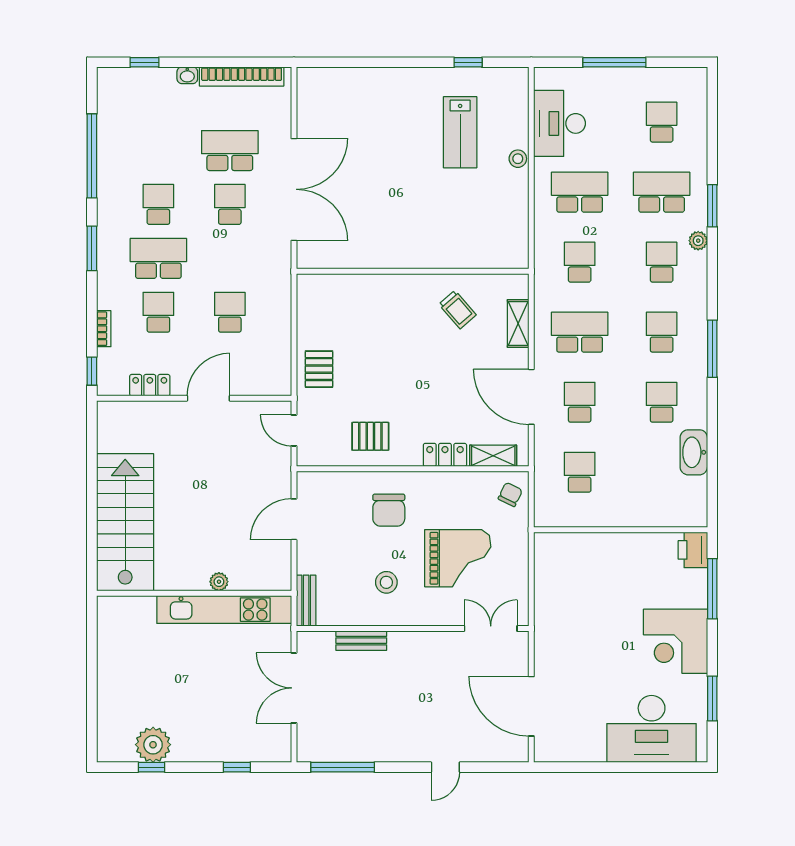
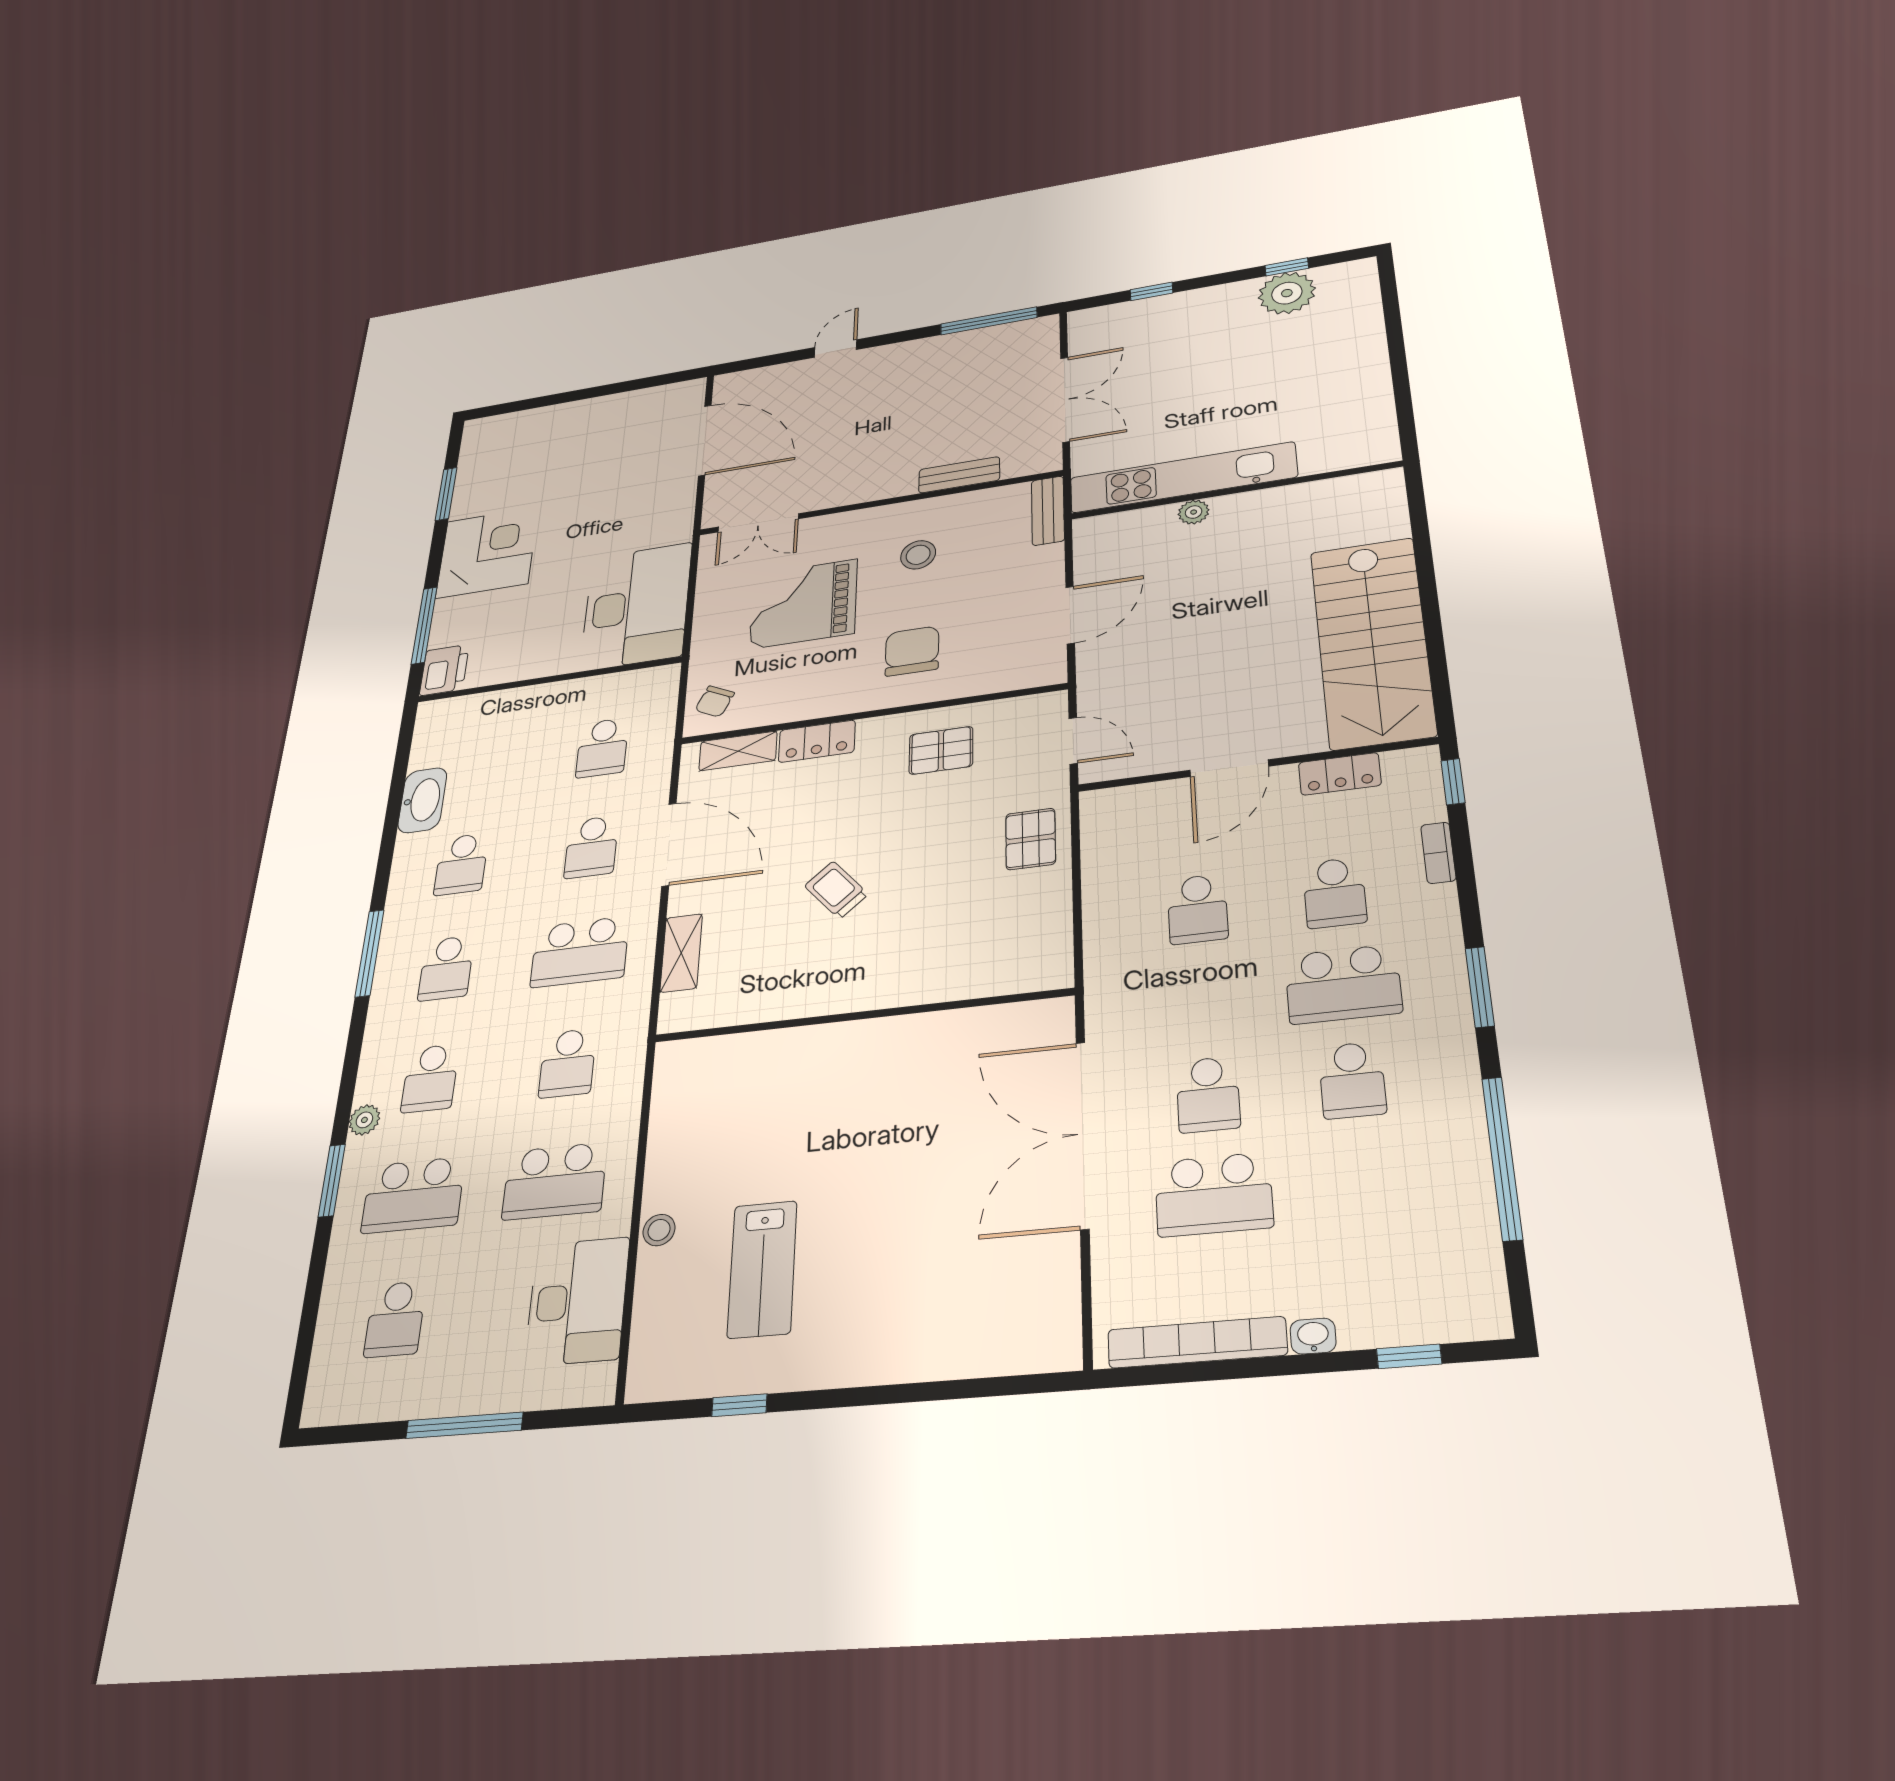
lab bench: (460, 132) -> (762, 1269), turned 180
trolley: (457, 310) -> (836, 890), moved
stairs: (125, 522) -> (1372, 642), moved
desk: (652, 729) -> (636, 606), moved, turned 90

